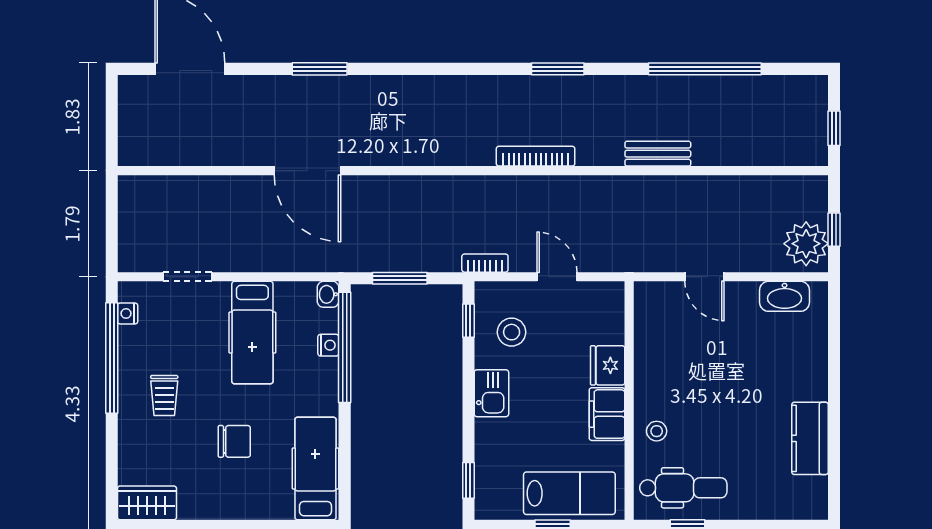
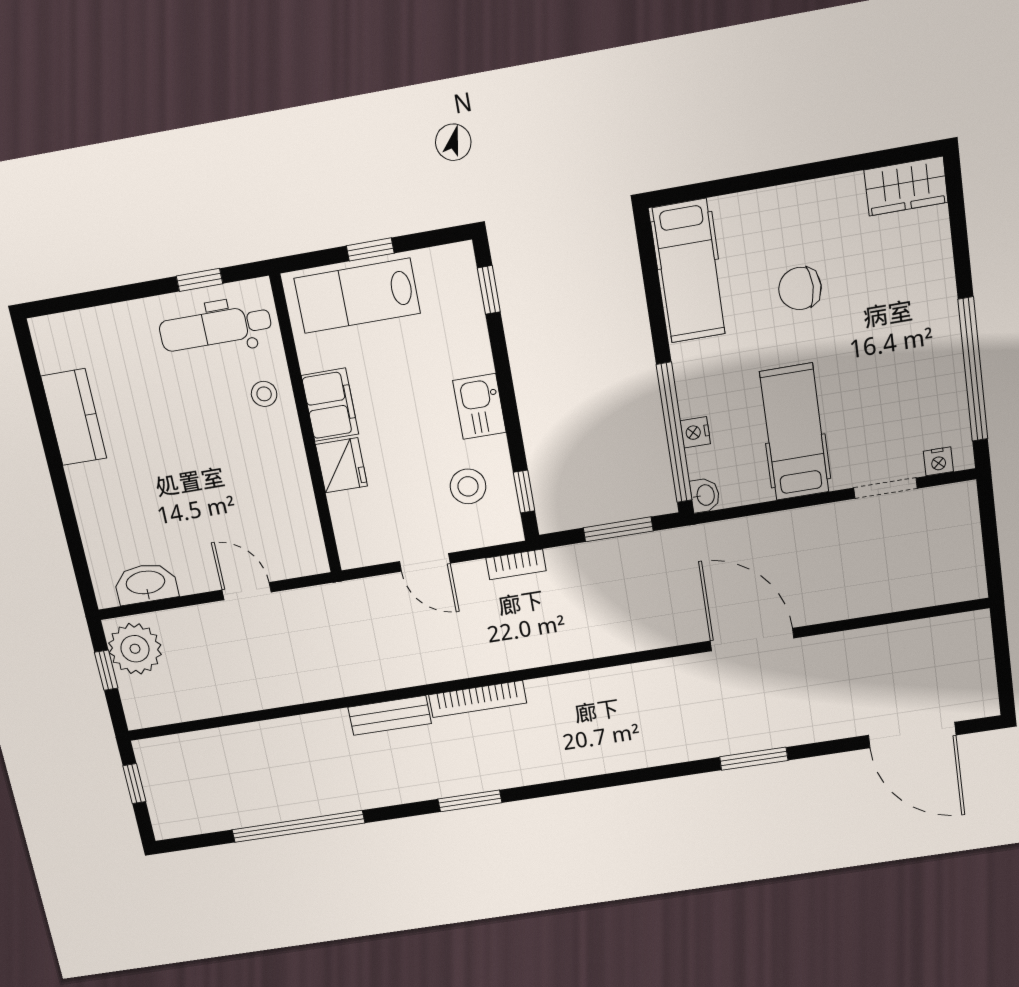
bench: (658, 154) -> (390, 715), moved
nightstand: (128, 313) -> (938, 461), moved, turned 90
trolley: (164, 395) -> (899, 333), removed

